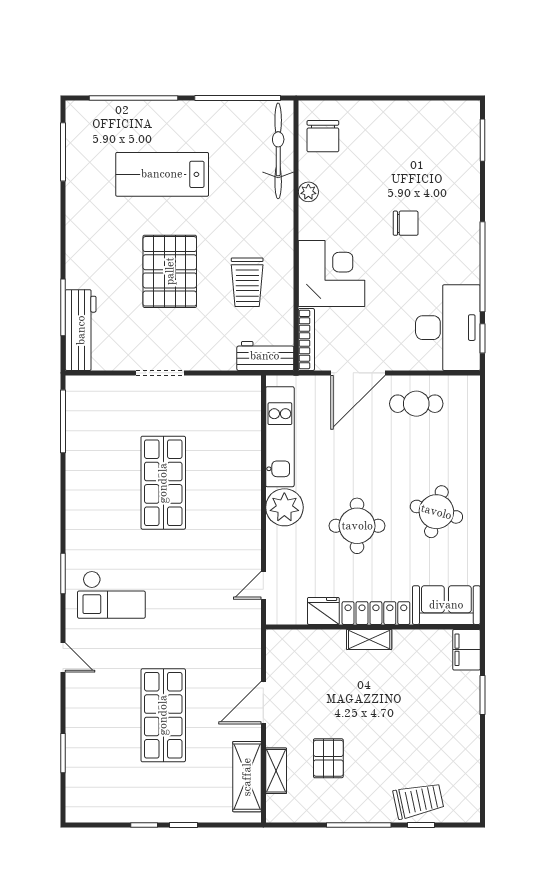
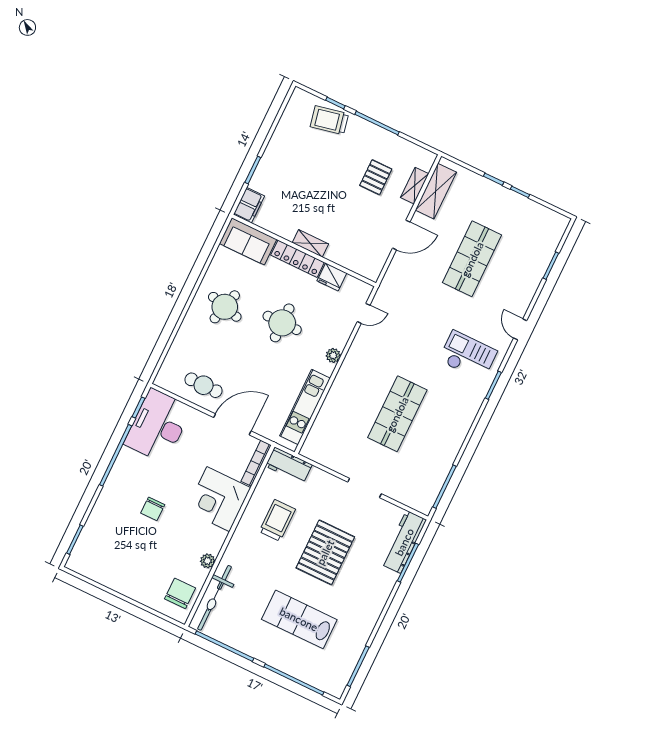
lab bench: (162, 174) -> (299, 619), turned 180
chair: (406, 223) -> (153, 509), turned -90
plant: (284, 507) -> (333, 355), width x0.53, depth x0.53

